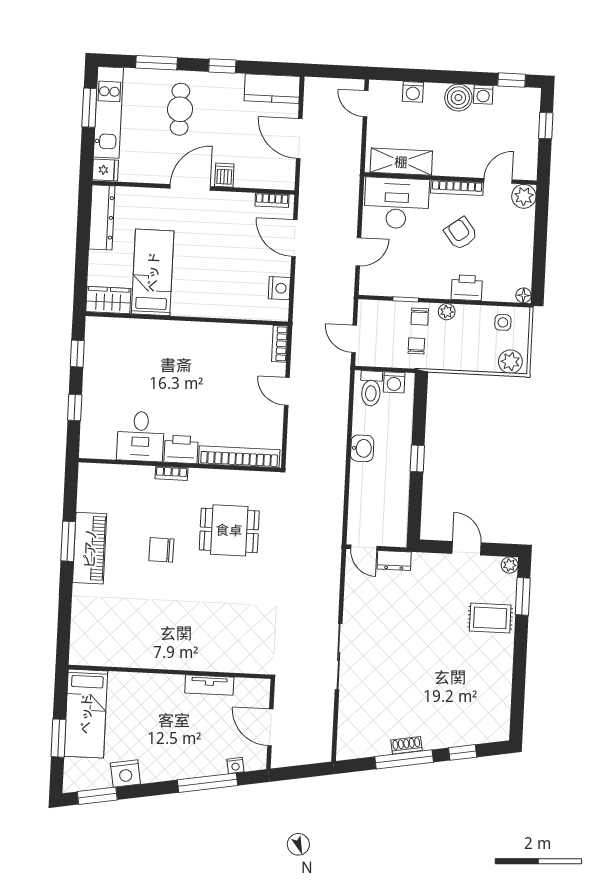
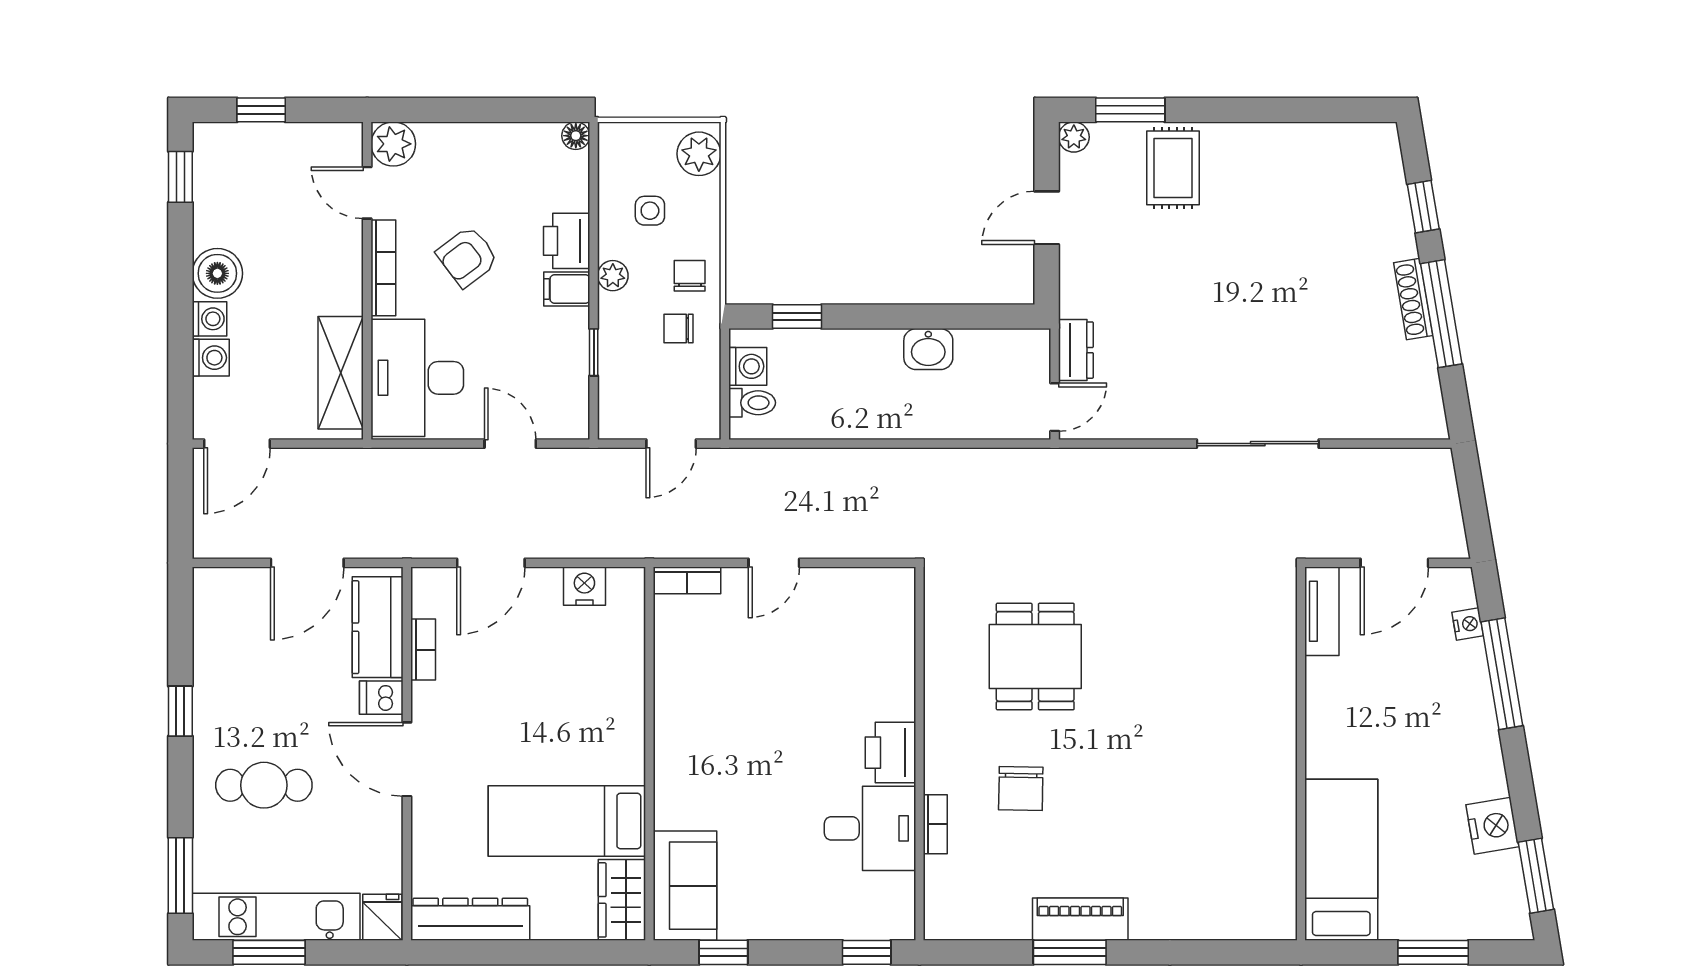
window: (157, 63) -> (180, 875), moved
kitchen counter: (272, 89) -> (378, 627), moved, turned 180
washing machine: (483, 95) -> (209, 319), moved
door: (366, 104) -> (237, 444), width x1.38
bookcase: (272, 200) -> (423, 650), moved
filing cabinet: (441, 286) -> (567, 289), added
chair: (420, 317) -> (690, 276), moved, turned -90
side table: (503, 322) -> (650, 211), moved
sofa: (114, 335) -> (685, 886), added
toilet: (371, 388) -> (752, 403), width x0.73, depth x0.72
window: (75, 408) -> (867, 952), moved
washbasin: (362, 448) -> (928, 349), moved, turned 180
bookcase: (239, 457) -> (899, 645), removed
window: (417, 459) -> (797, 317), moved
bookcase: (172, 473) -> (935, 824), moved
piano: (90, 548) -> (1080, 919), width x0.73, depth x0.75
chair: (161, 550) -> (1021, 789), moved
tv unit: (209, 685) -> (1322, 611), moved
bed: (86, 714) -> (1341, 860), moved, turned -90
shoe rack: (406, 745) -> (1413, 299), width x1.43

